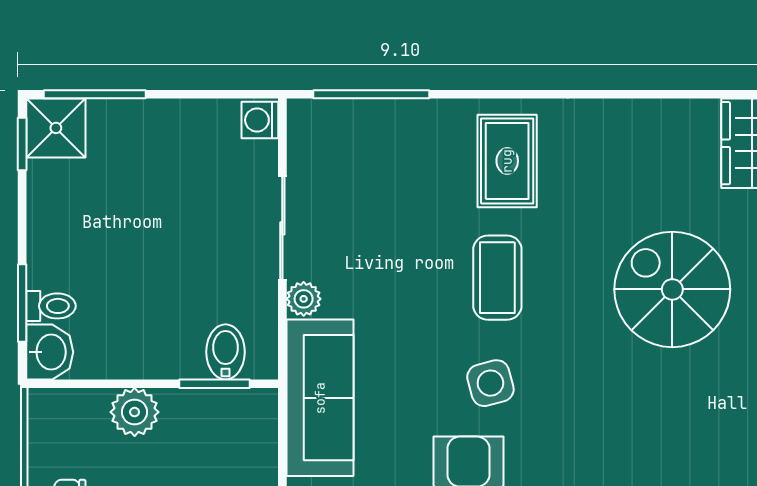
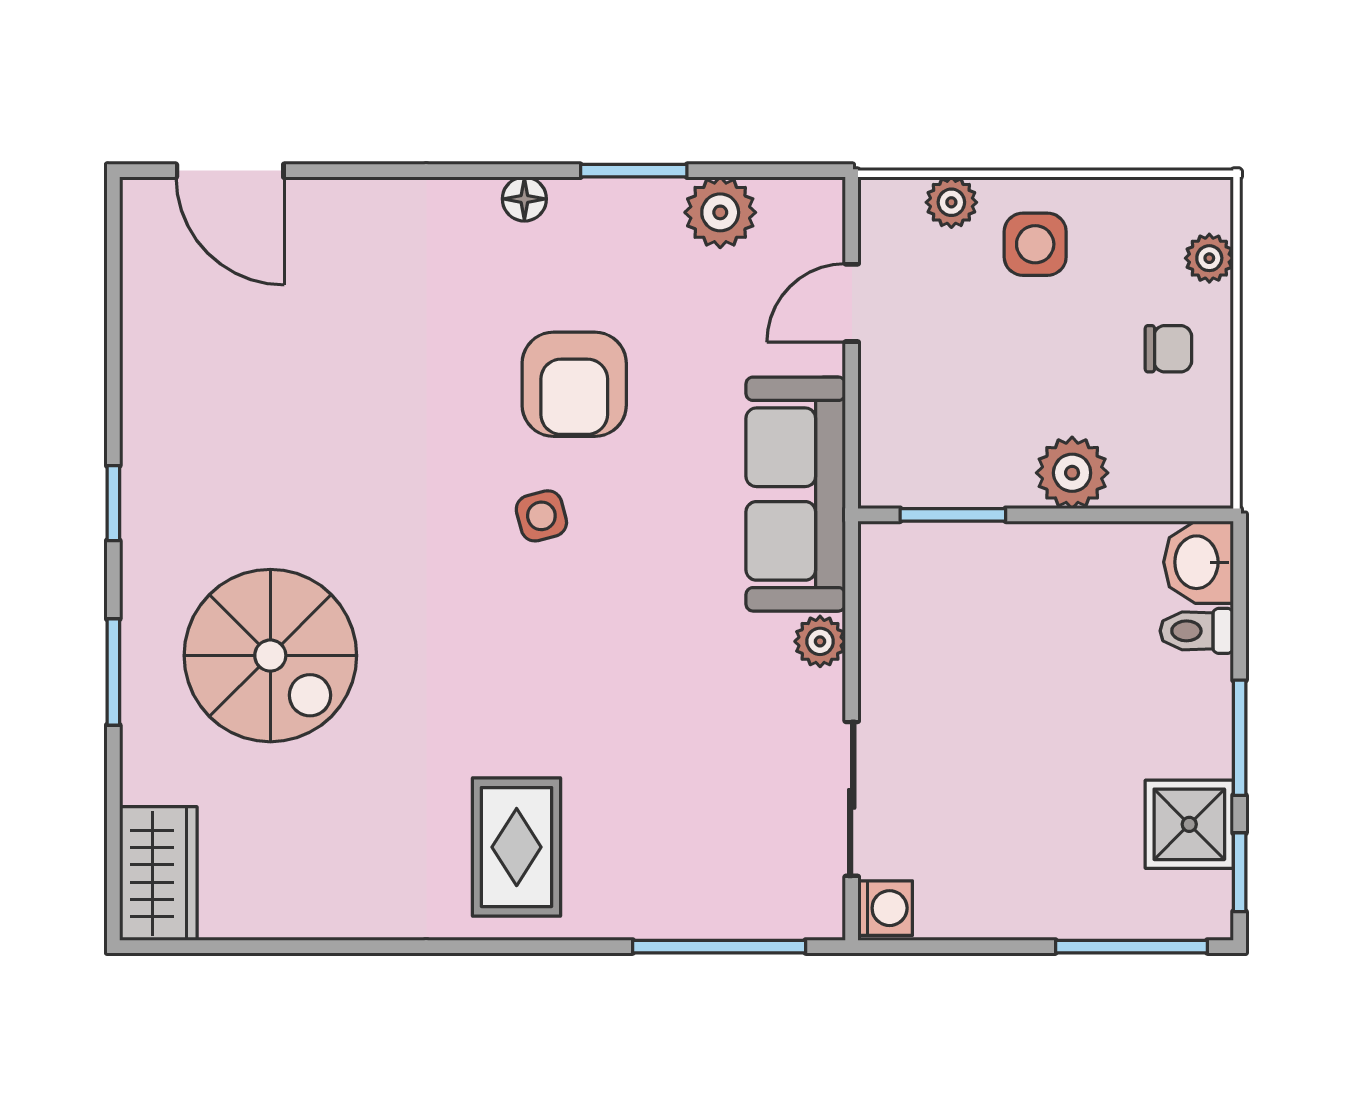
shower: (56, 128) -> (1189, 824), moved
sliding door: (282, 228) -> (852, 799), moved
coffee table: (497, 278) -> (531, 673), removed
window: (22, 303) -> (1240, 738), moved
bidet: (226, 352) -> (936, 562), removed
side table: (490, 383) -> (541, 516), width x0.73, depth x0.73

